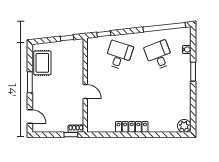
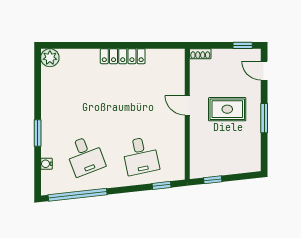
desk: (119, 55) -> (141, 156), turned -30
rug: (42, 63) -> (227, 109), moved, turned 90
window: (71, 135) -> (243, 45), moved

